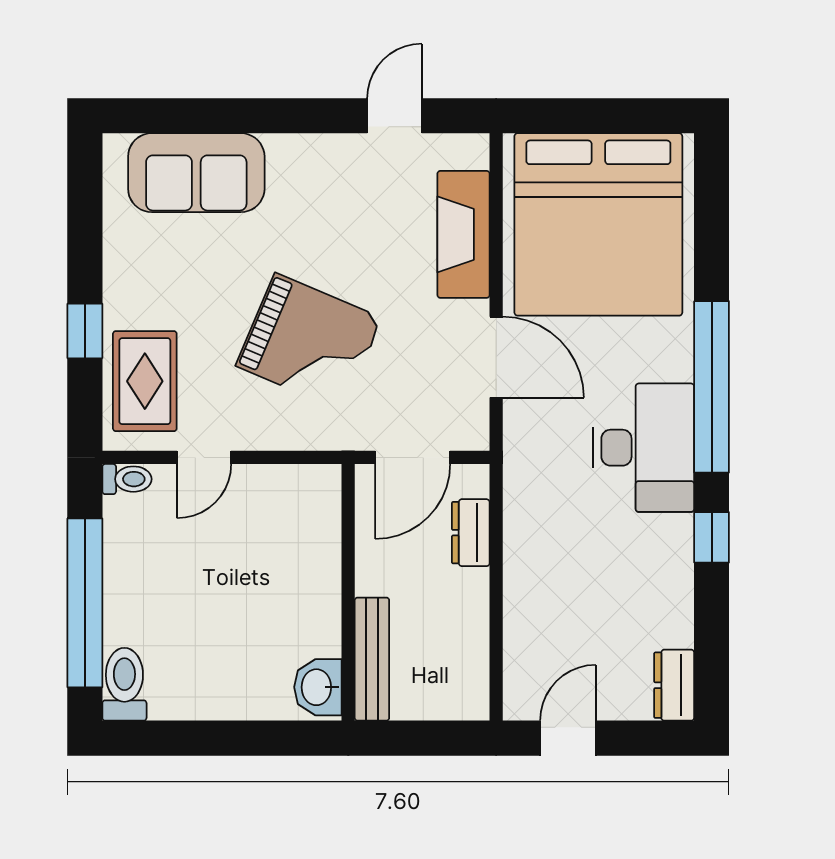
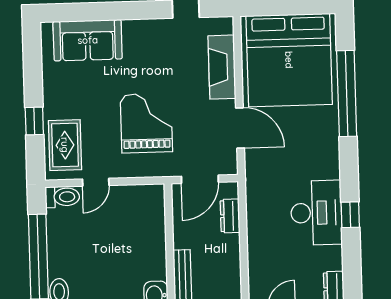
grand piano: (309, 342) -> (146, 123), turned -113
window: (712, 387) -> (347, 94), moved
desk: (644, 448) -> (316, 213), moved
toilet: (127, 479) -> (62, 197), width x1.37, depth x1.39

